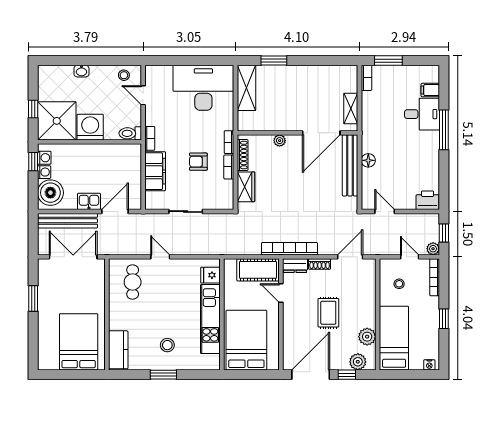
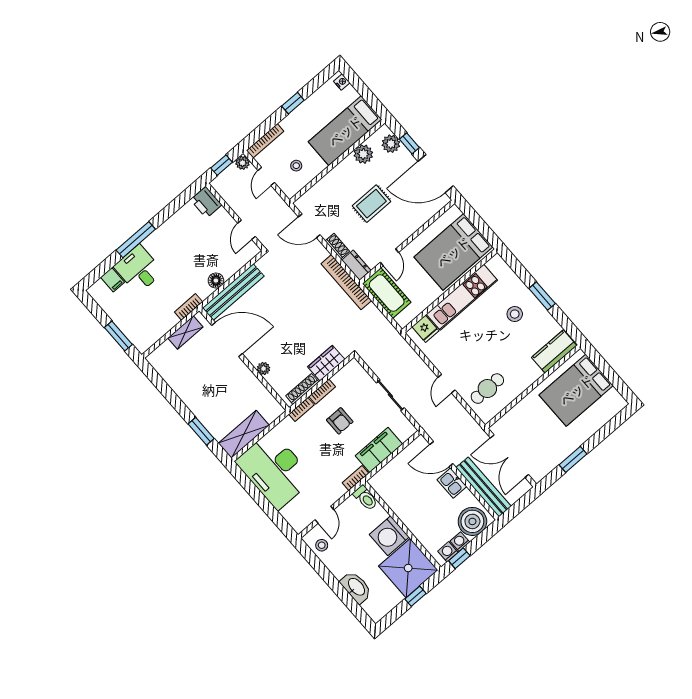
washbasin: (81, 71) -> (356, 587), width x1.91, depth x1.45
bookcase: (366, 78) -> (189, 307), moved

